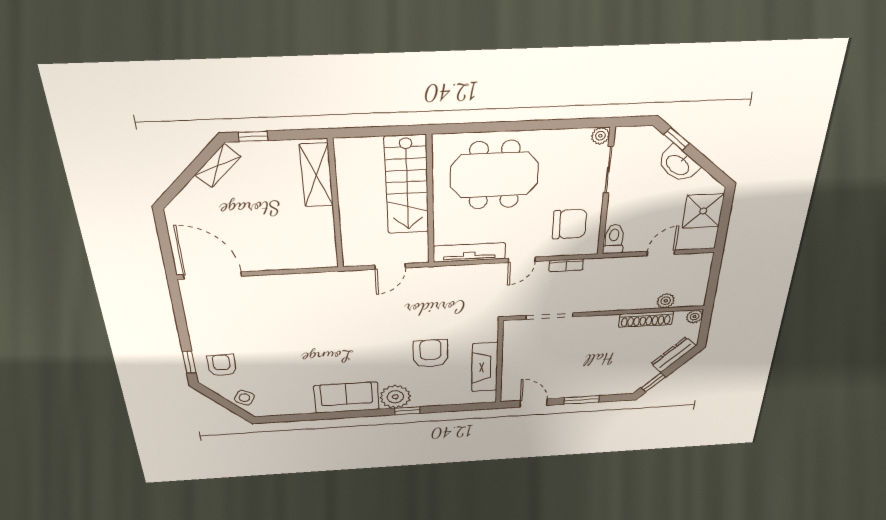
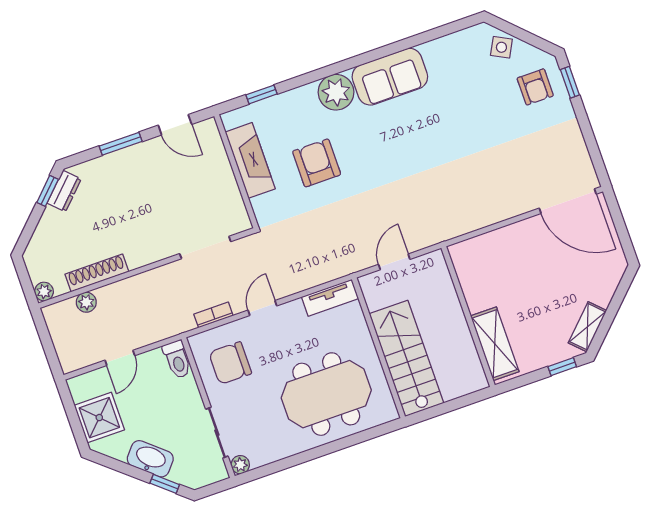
tv unit: (469, 252) -> (330, 298), width x0.71
armchair: (430, 354) -> (317, 163), turned 180
dresser: (673, 355) -> (64, 191), moved, width x0.70
window: (407, 411) -> (262, 94), moved

